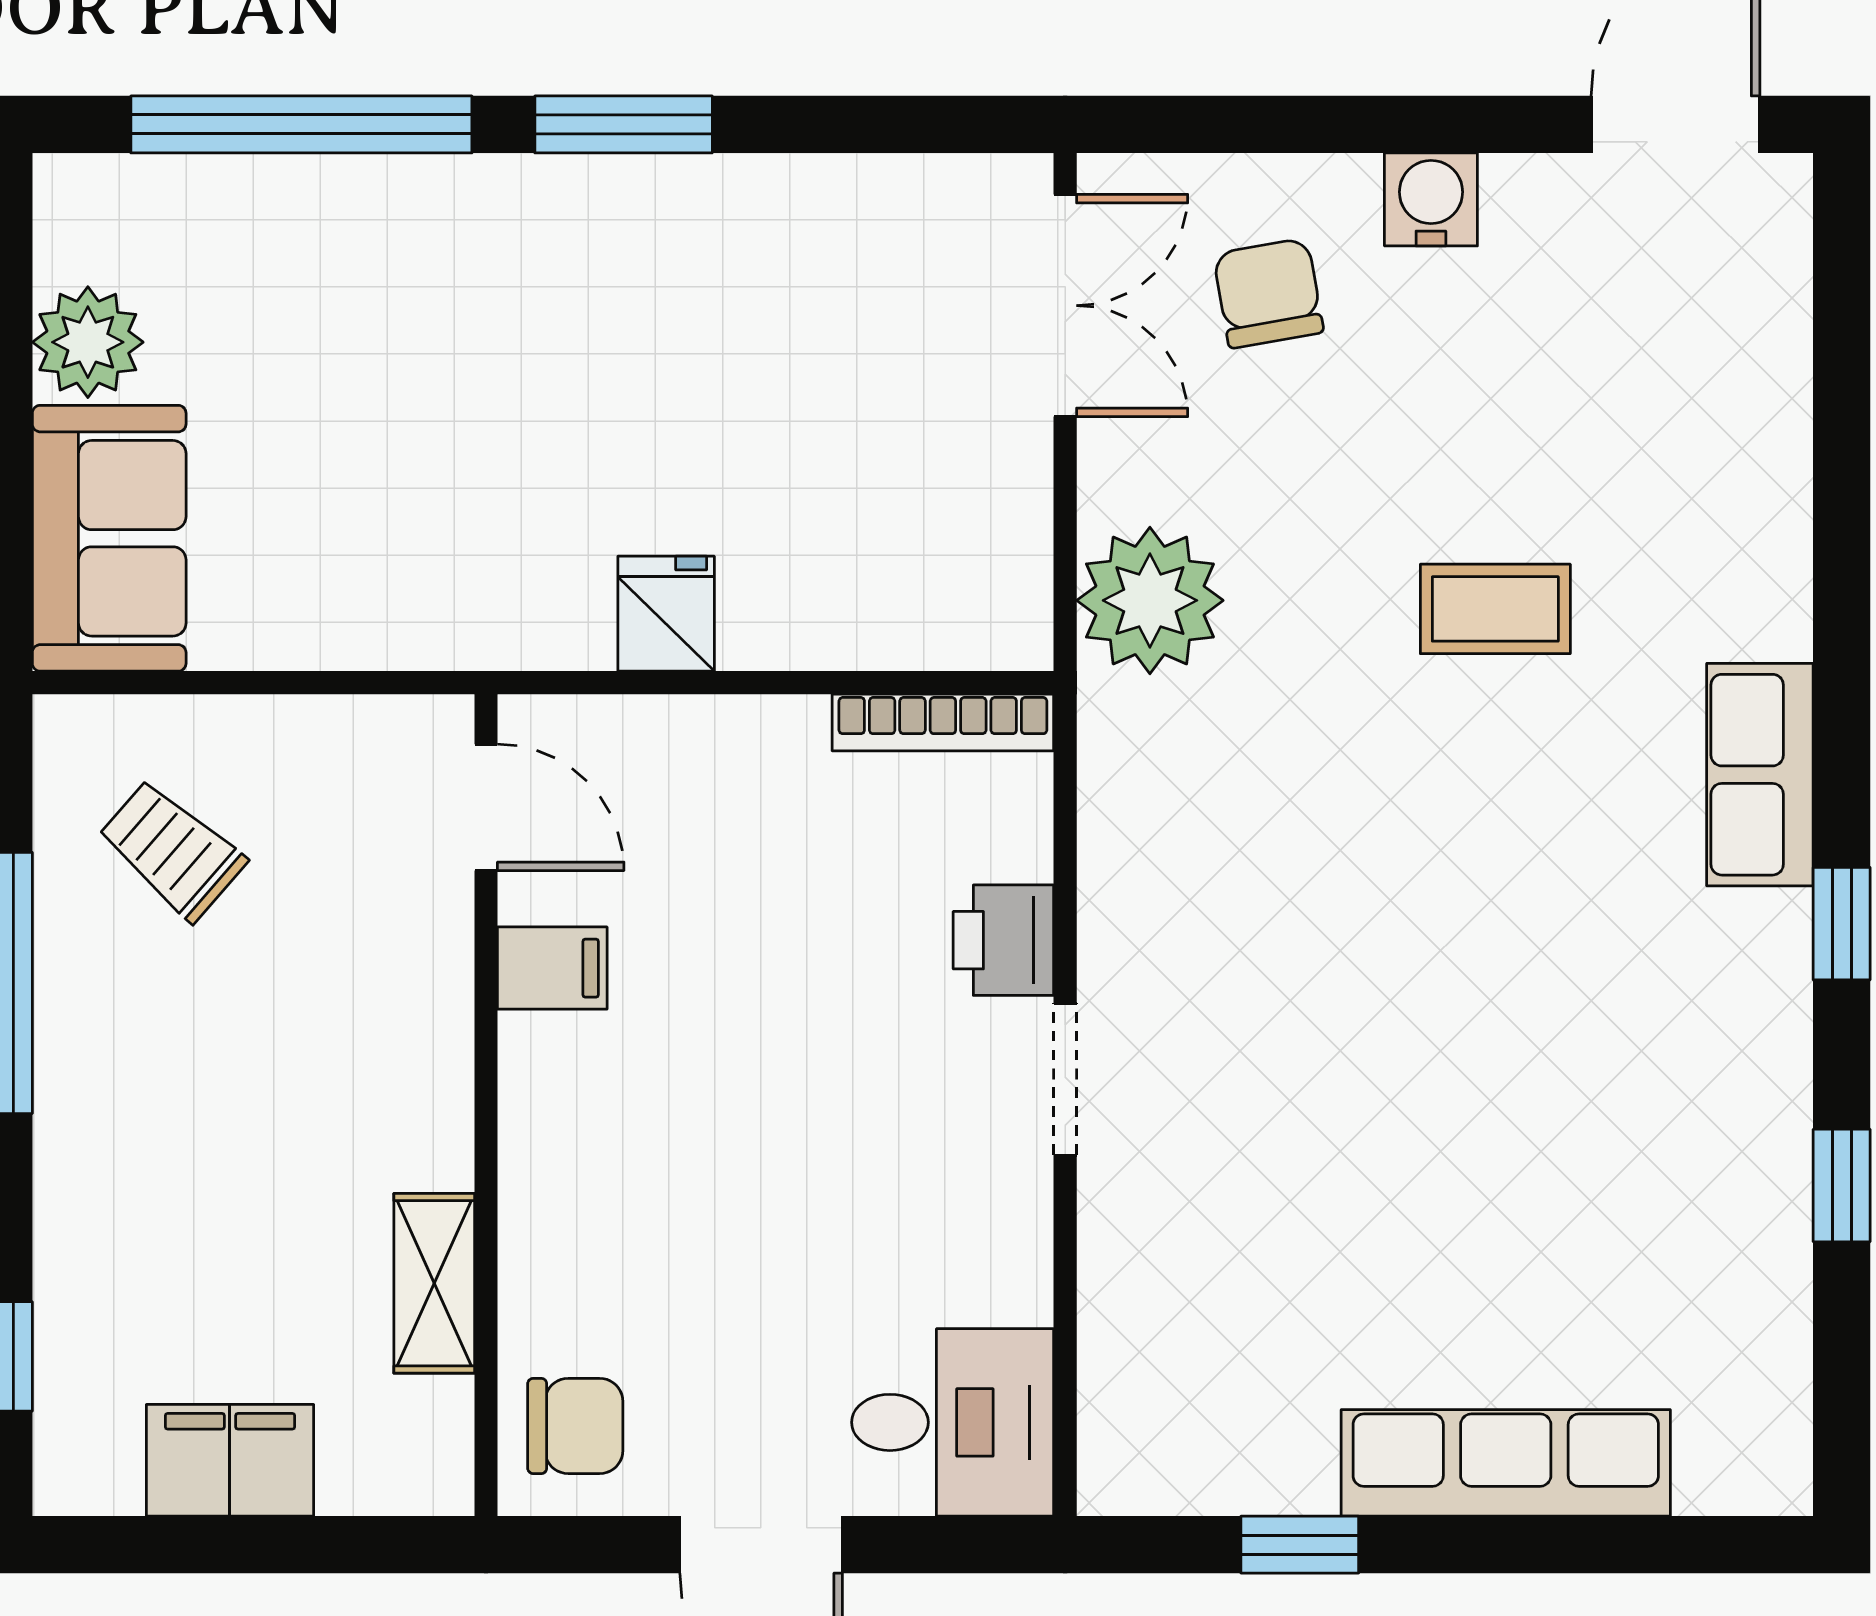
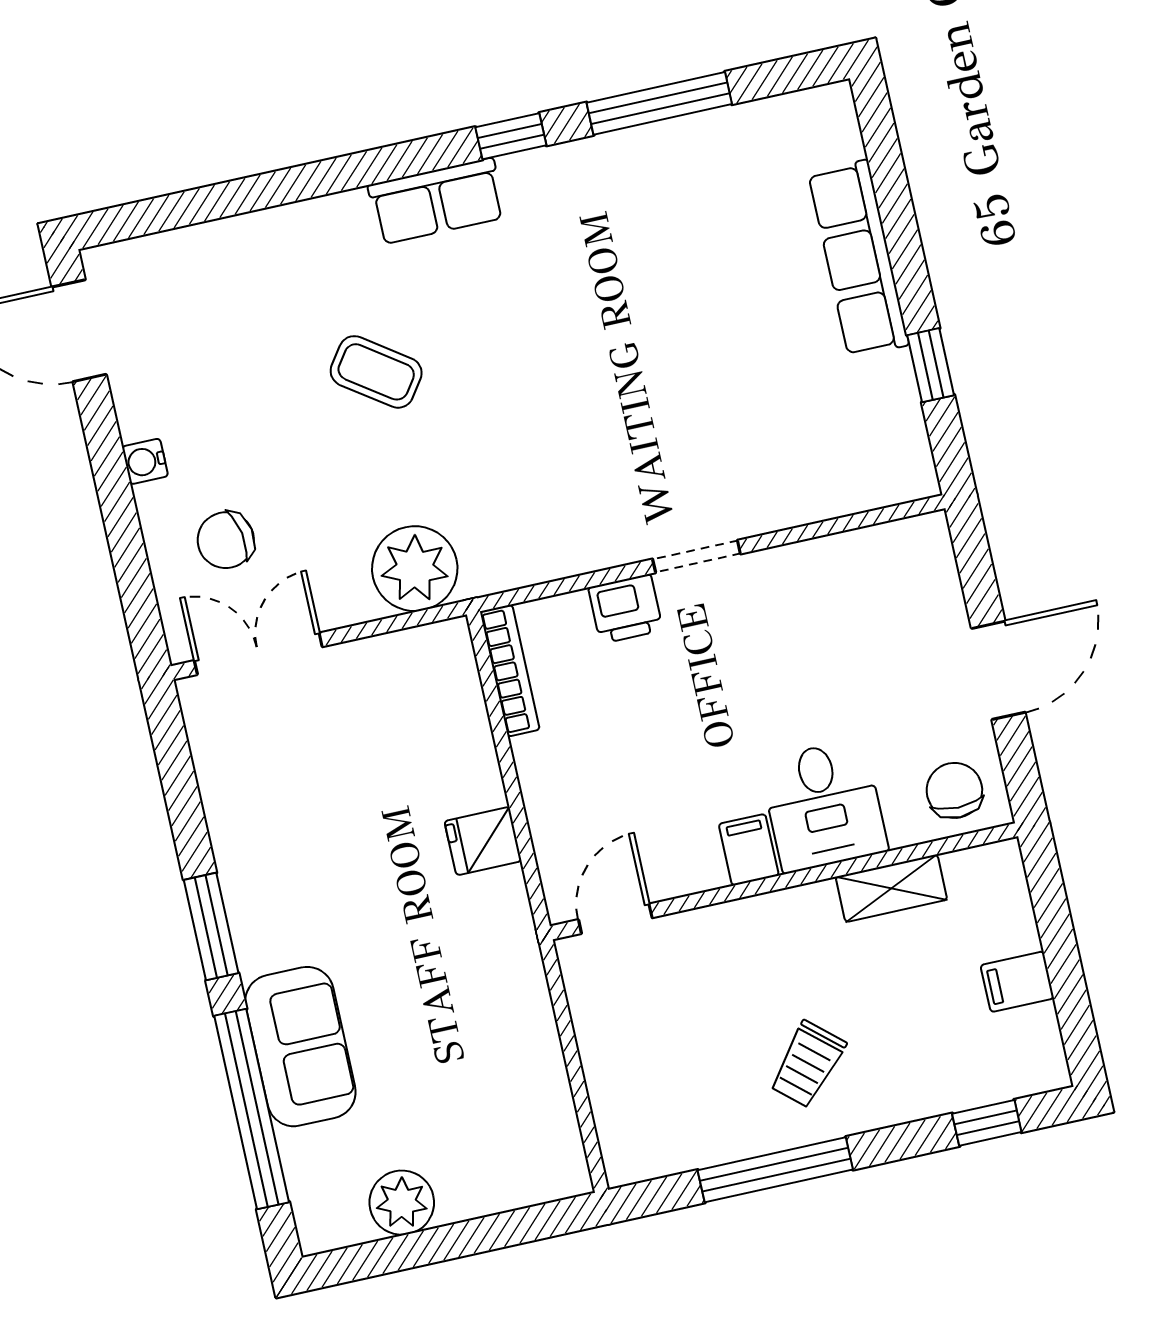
water cooler: (1431, 199) -> (145, 461), width x0.72, depth x0.72
sofa: (109, 538) -> (300, 1047), moved, turned 90
coffee table: (1495, 609) -> (376, 372), turned -55
trolley: (172, 850) -> (807, 1064), moved
filing cabinet: (552, 968) -> (749, 850), moved
window: (1842, 1185) -> (659, 103), width x2.17
desk: (953, 1422) -> (824, 806), moved, turned 180
filing cabinet: (230, 1460) -> (1017, 982), width x0.50

